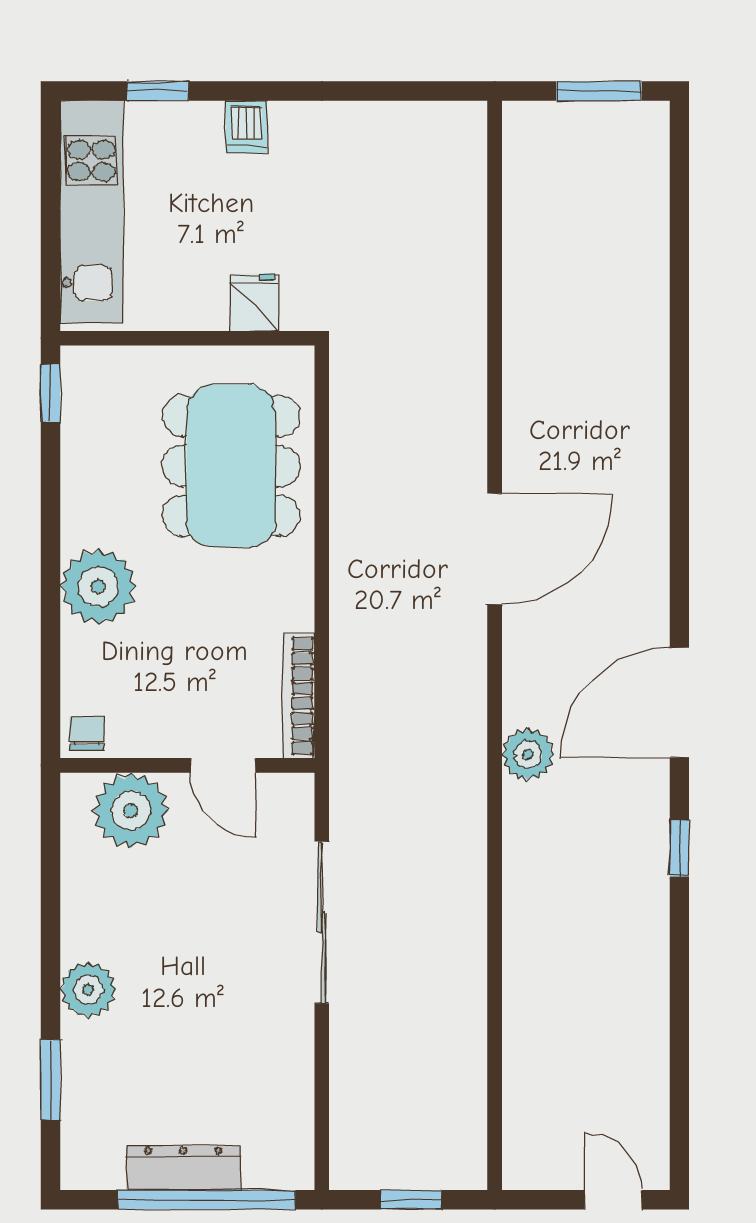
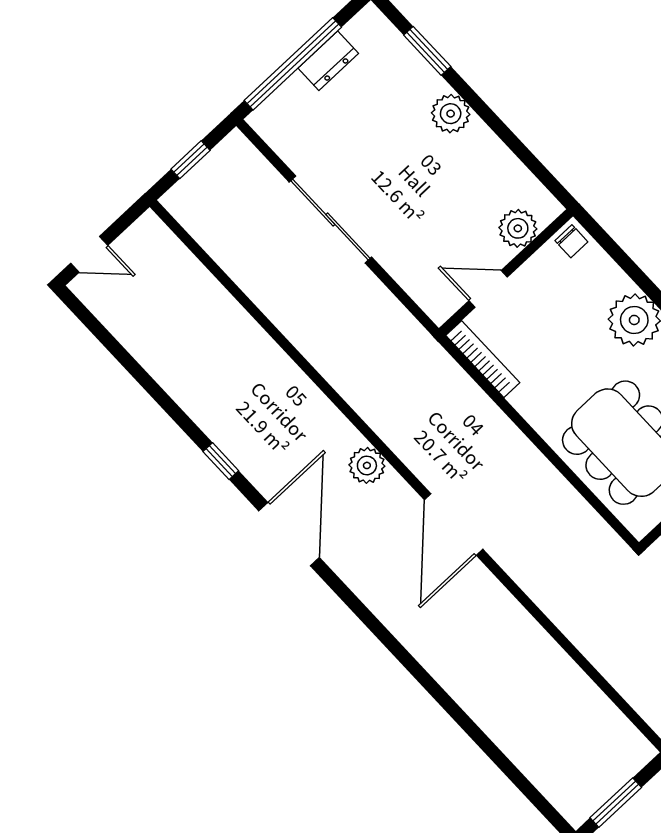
plant: (528, 754) -> (367, 465), moved
plant: (131, 810) -> (518, 228), width x0.73, depth x0.73
sliding door: (322, 922) -> (330, 220), moved
dresser: (183, 1168) -> (328, 61), width x0.70

